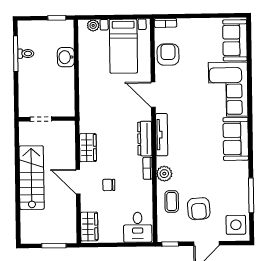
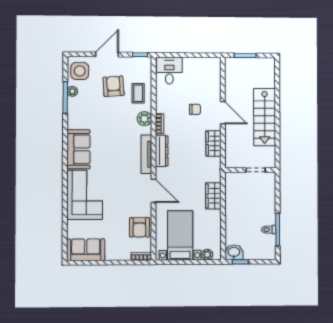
sofa: (235, 40) -> (86, 250), moved, turned -90
washbasin: (66, 57) -> (234, 252), moved, turned -90
plant: (244, 202) -> (72, 91), added
wardrobe: (89, 227) -> (213, 196), moved

